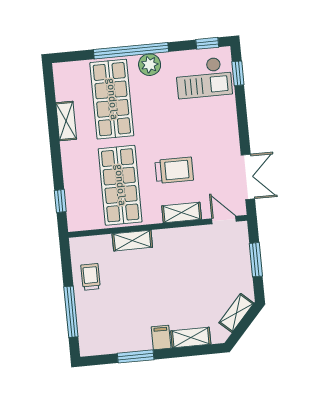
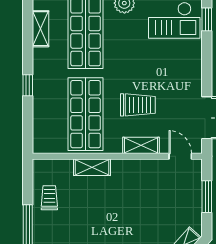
shelving: (66, 121) -> (40, 29), moved
window: (60, 201) -> (28, 85), moved

